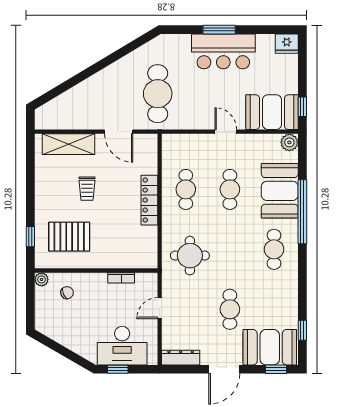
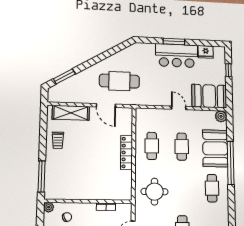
fridge: (287, 44) -> (206, 52), moved
window: (58, 90) -> (64, 76), added
cafe table: (158, 94) -> (119, 81), moved, turned 90
window: (302, 107) -> (228, 70), moved
trolley: (87, 189) -> (58, 140), moved
window: (30, 237) -> (42, 176), width x2.17
pallet: (69, 237) -> (70, 177), removed

